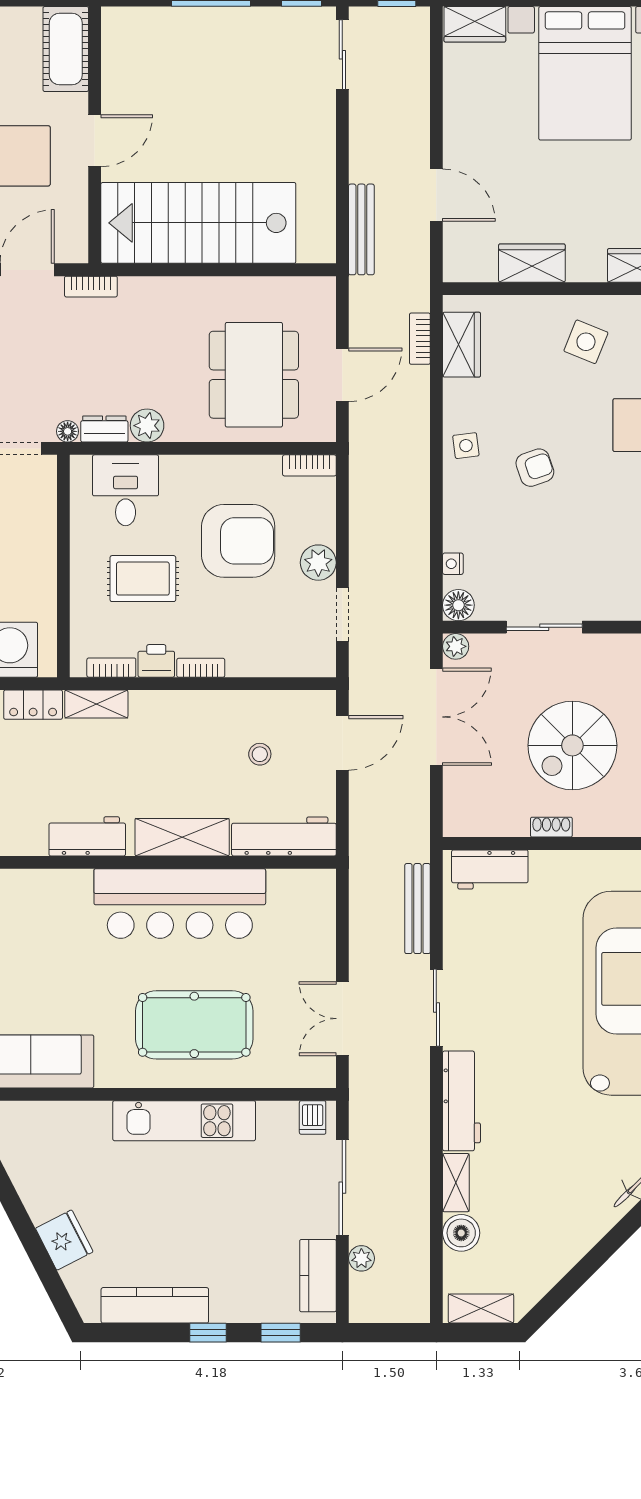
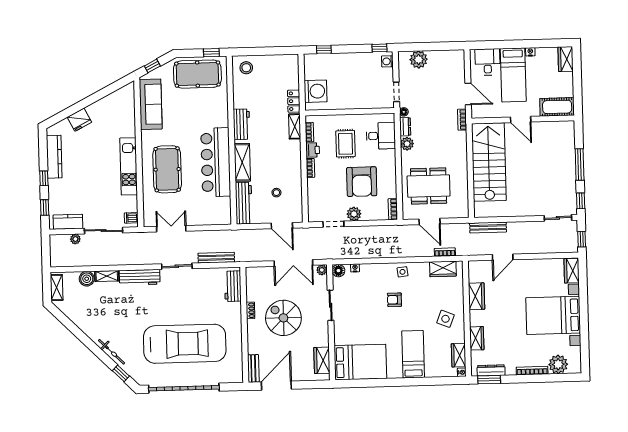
armchair: (535, 468) -> (394, 300), turned 109

